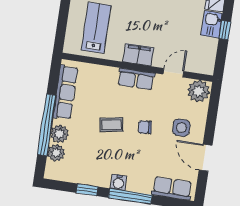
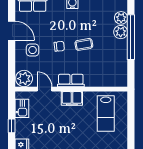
kitchen sink: (212, 24) -> (22, 108), moved
door: (173, 73) -> (44, 89), swing flipped
row of seats: (65, 92) -> (121, 63), removed

